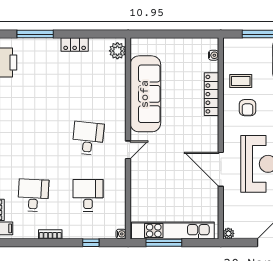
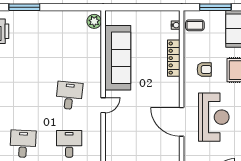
locker: (75, 44) -> (58, 16), removed
coffee table: (241, 81) -> (195, 25), moved
armchair: (248, 108) -> (204, 69), turned -90

